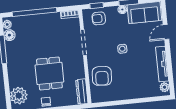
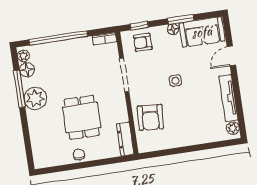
plant: (19, 96) -> (35, 98), moved

